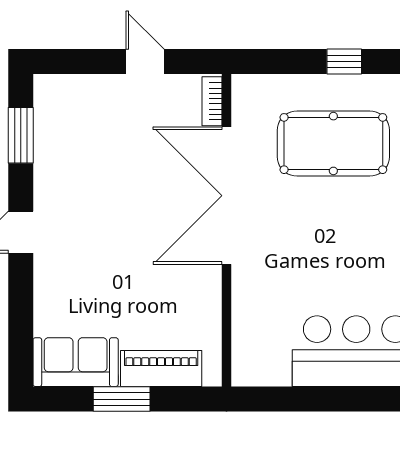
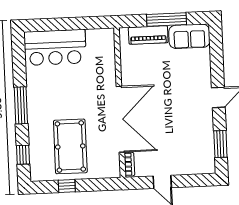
pool table: (333, 144) -> (70, 146), turned 90
window: (122, 399) -> (166, 20), width x1.44

